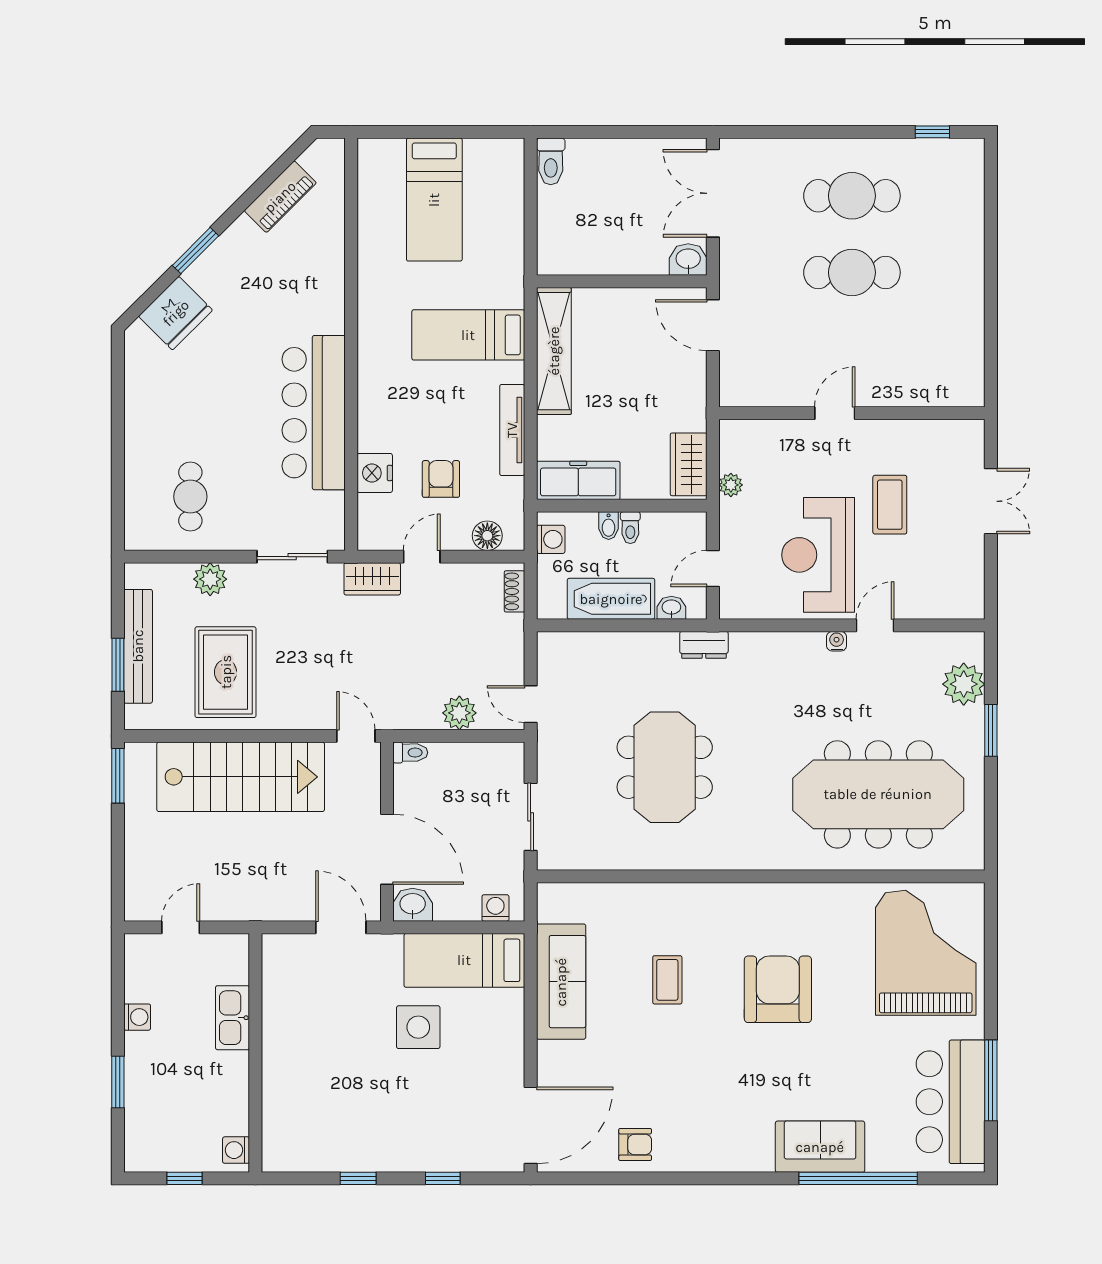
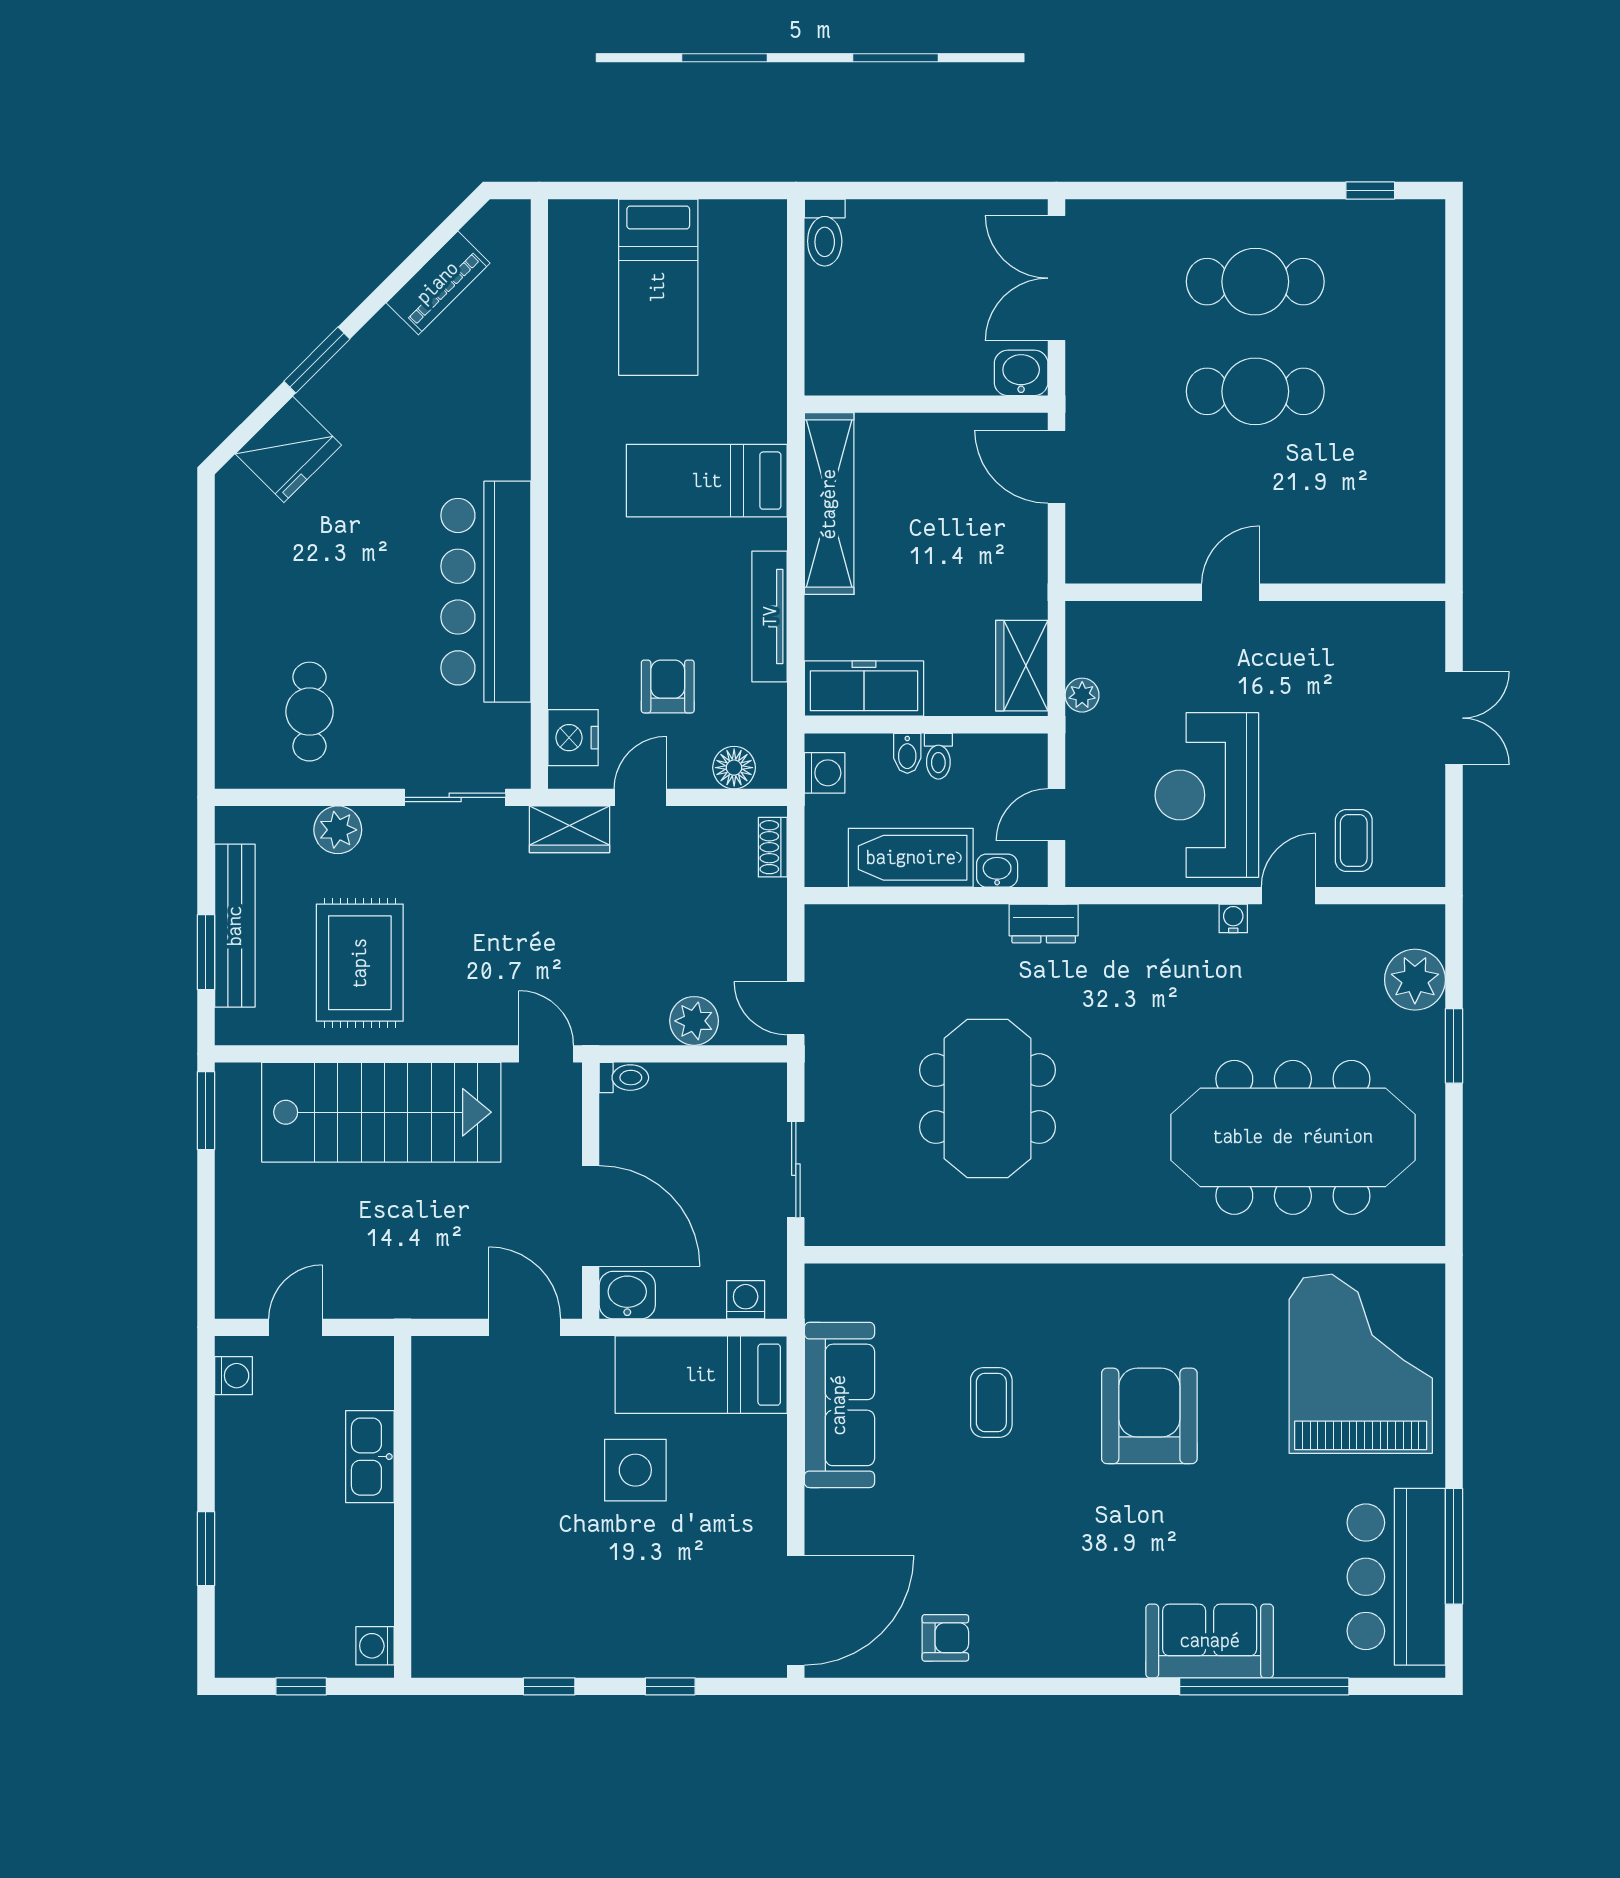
nightstand: (375, 473) -> (573, 738), moved
coffee table: (890, 505) -> (1354, 840), moved, width x0.73, depth x0.77
washing machine: (137, 1017) -> (233, 1376), moved

